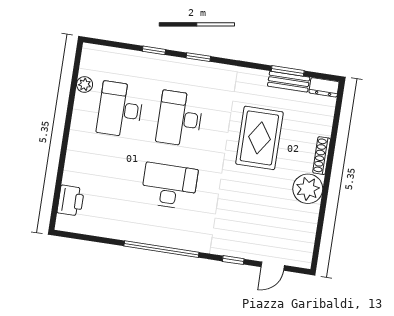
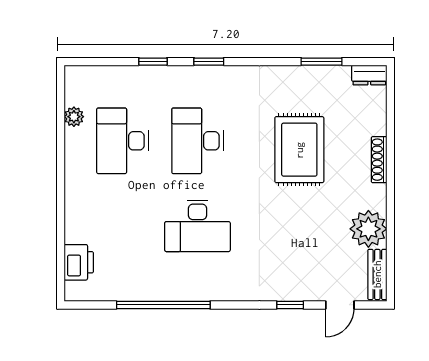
bench: (289, 82) -> (377, 274), moved, turned 90
desk: (169, 186) -> (198, 226), turned 180
plant: (308, 189) -> (368, 229), moved
window: (161, 249) -> (163, 305), moved

